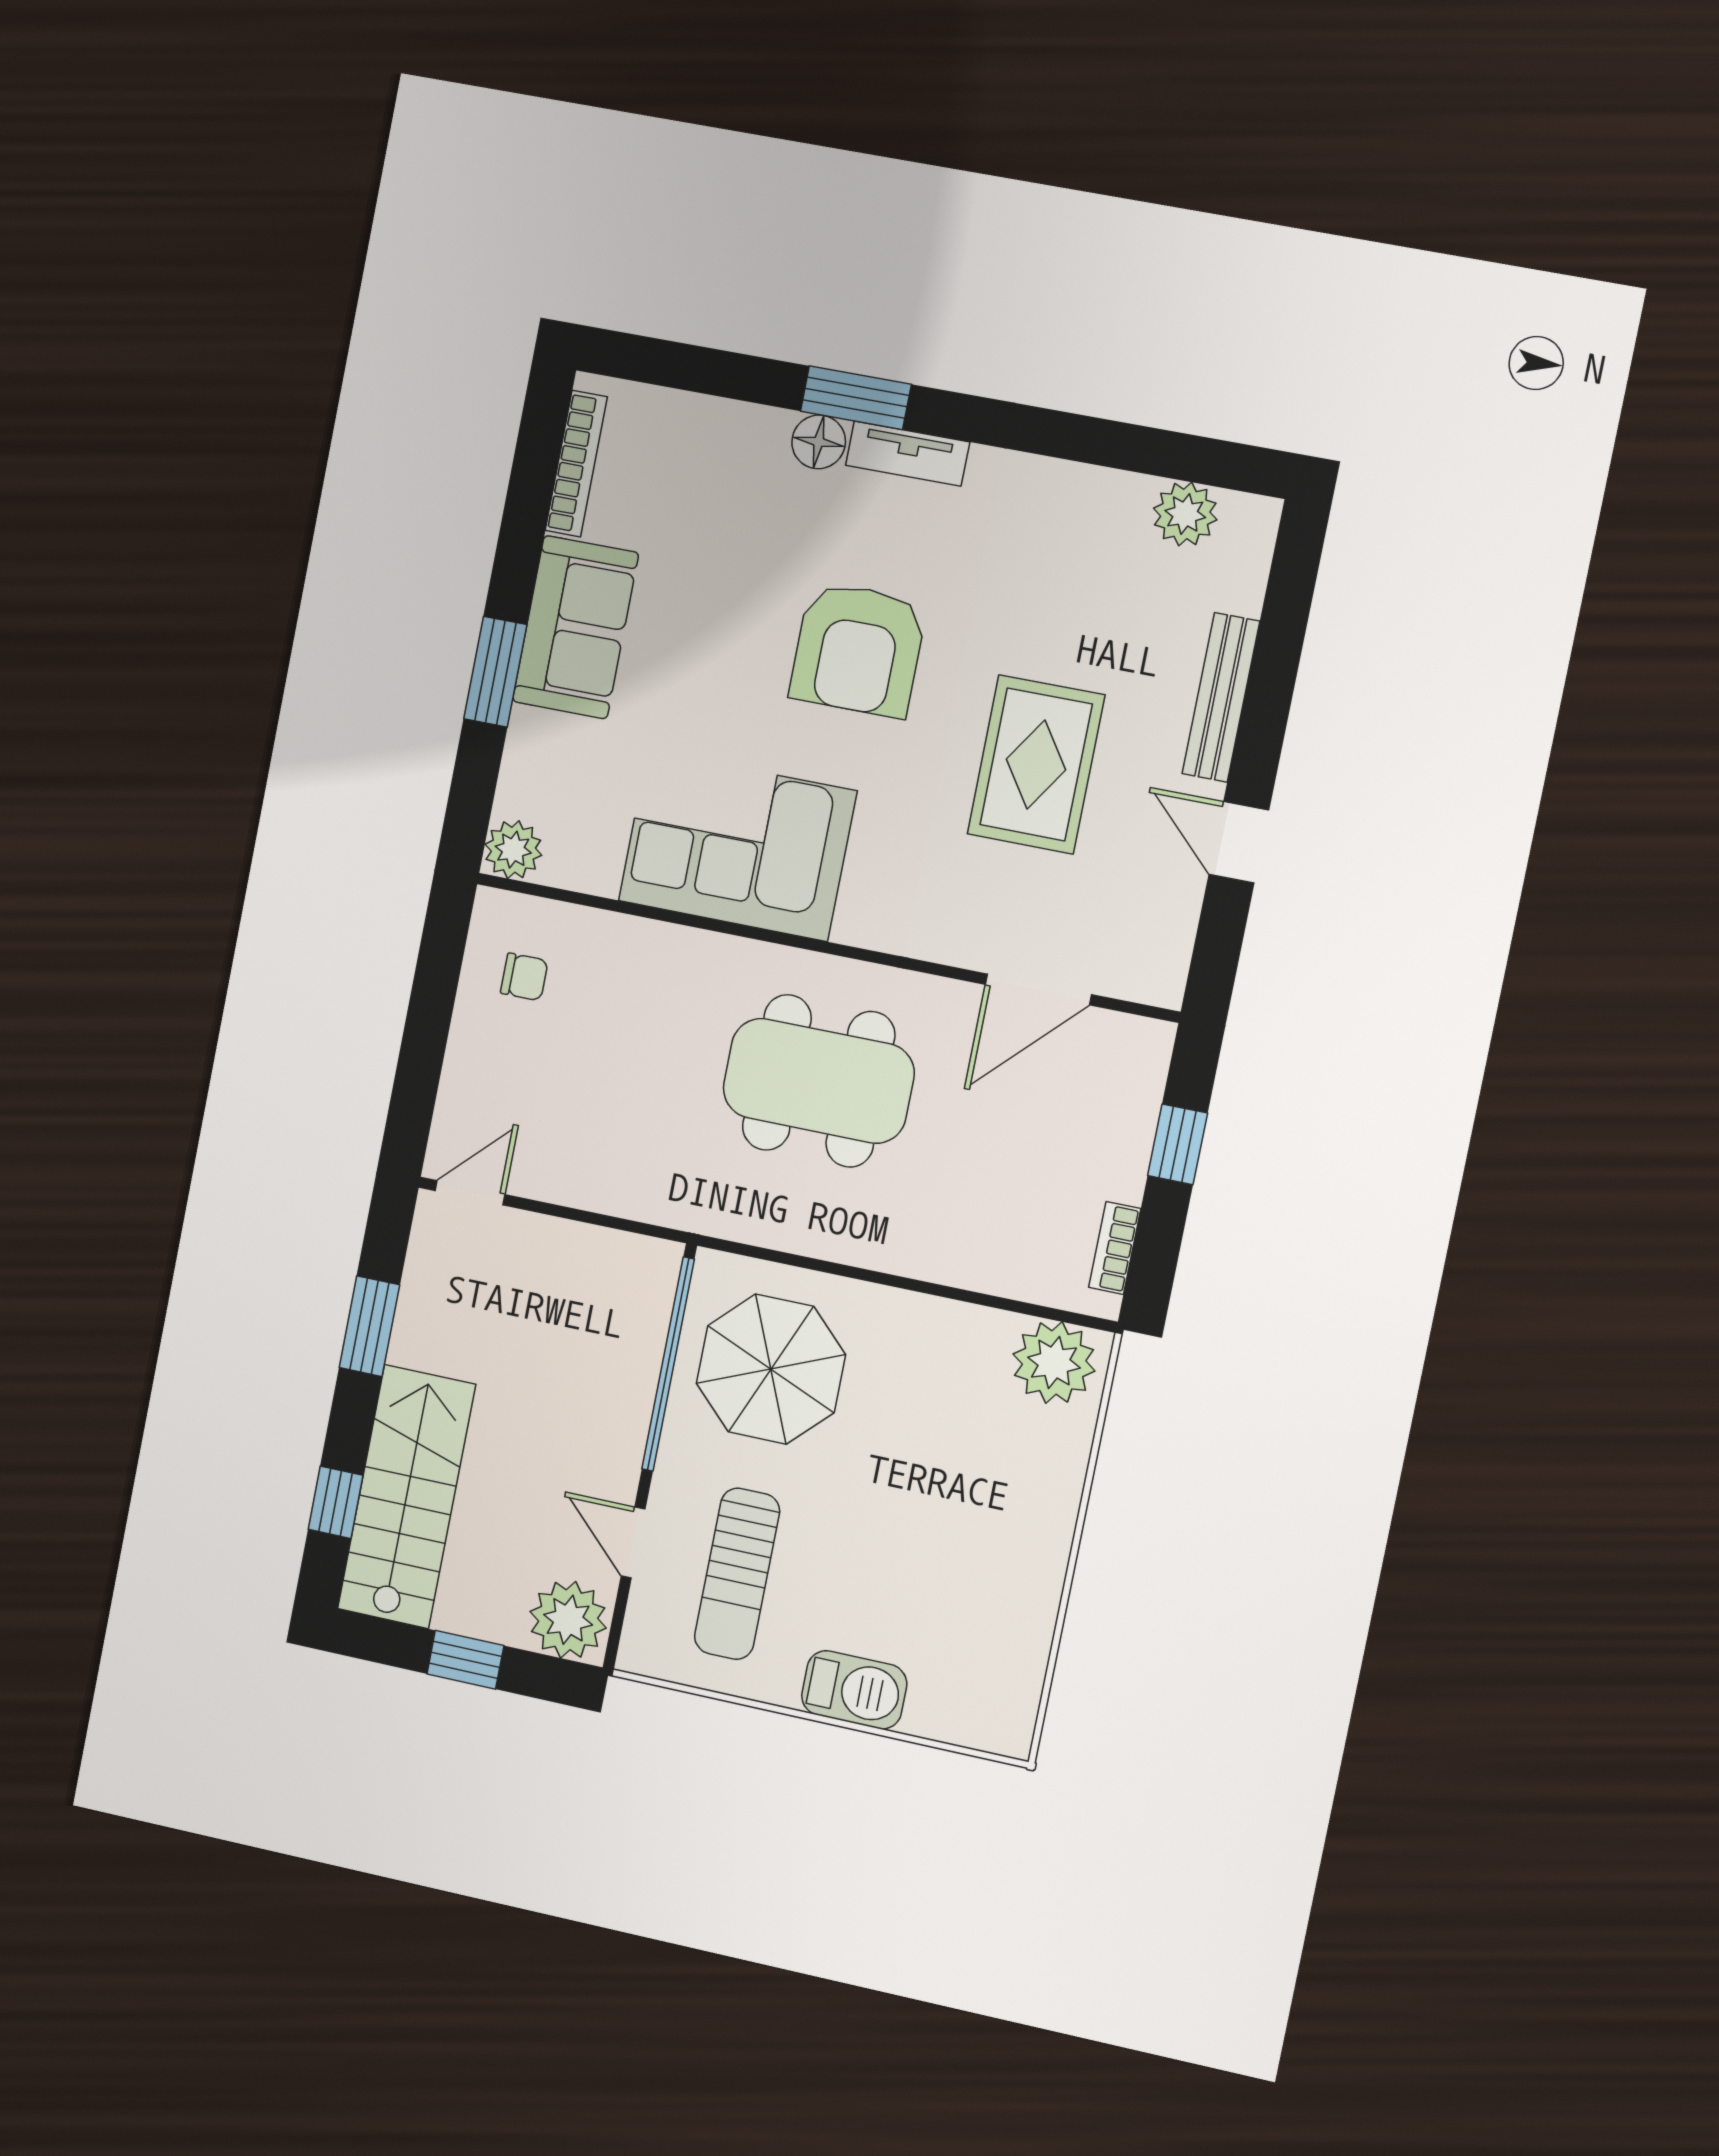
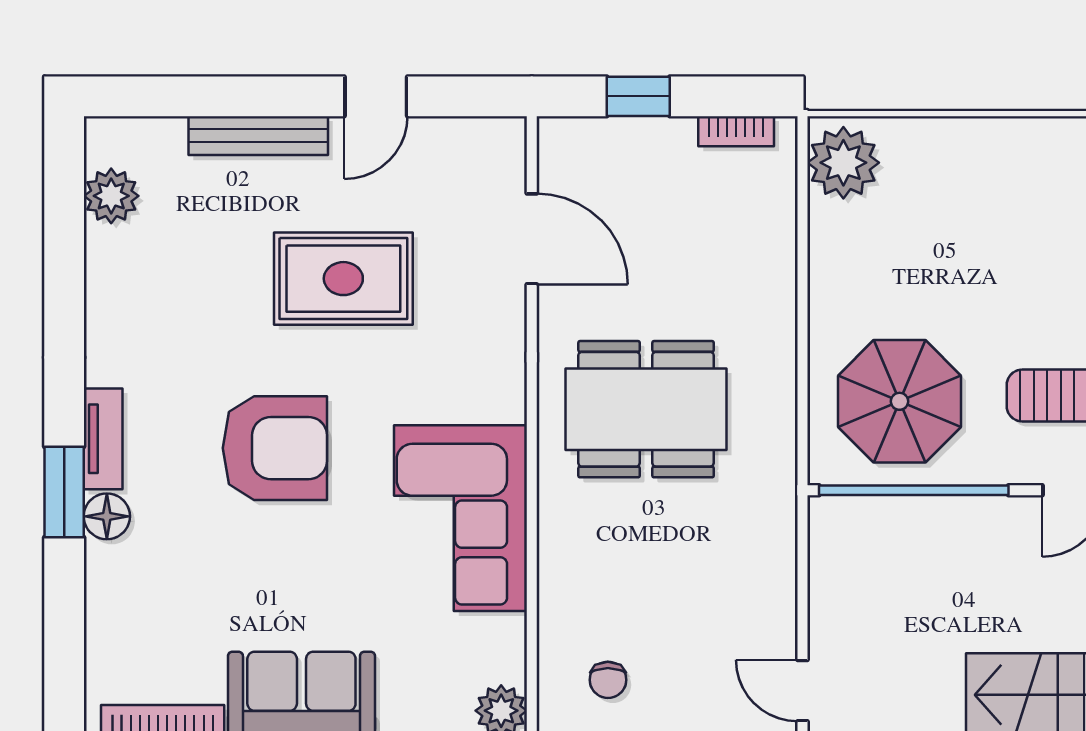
chair: (524, 977) -> (608, 680), turned 180
dining table: (819, 1081) -> (646, 409), turned 90

